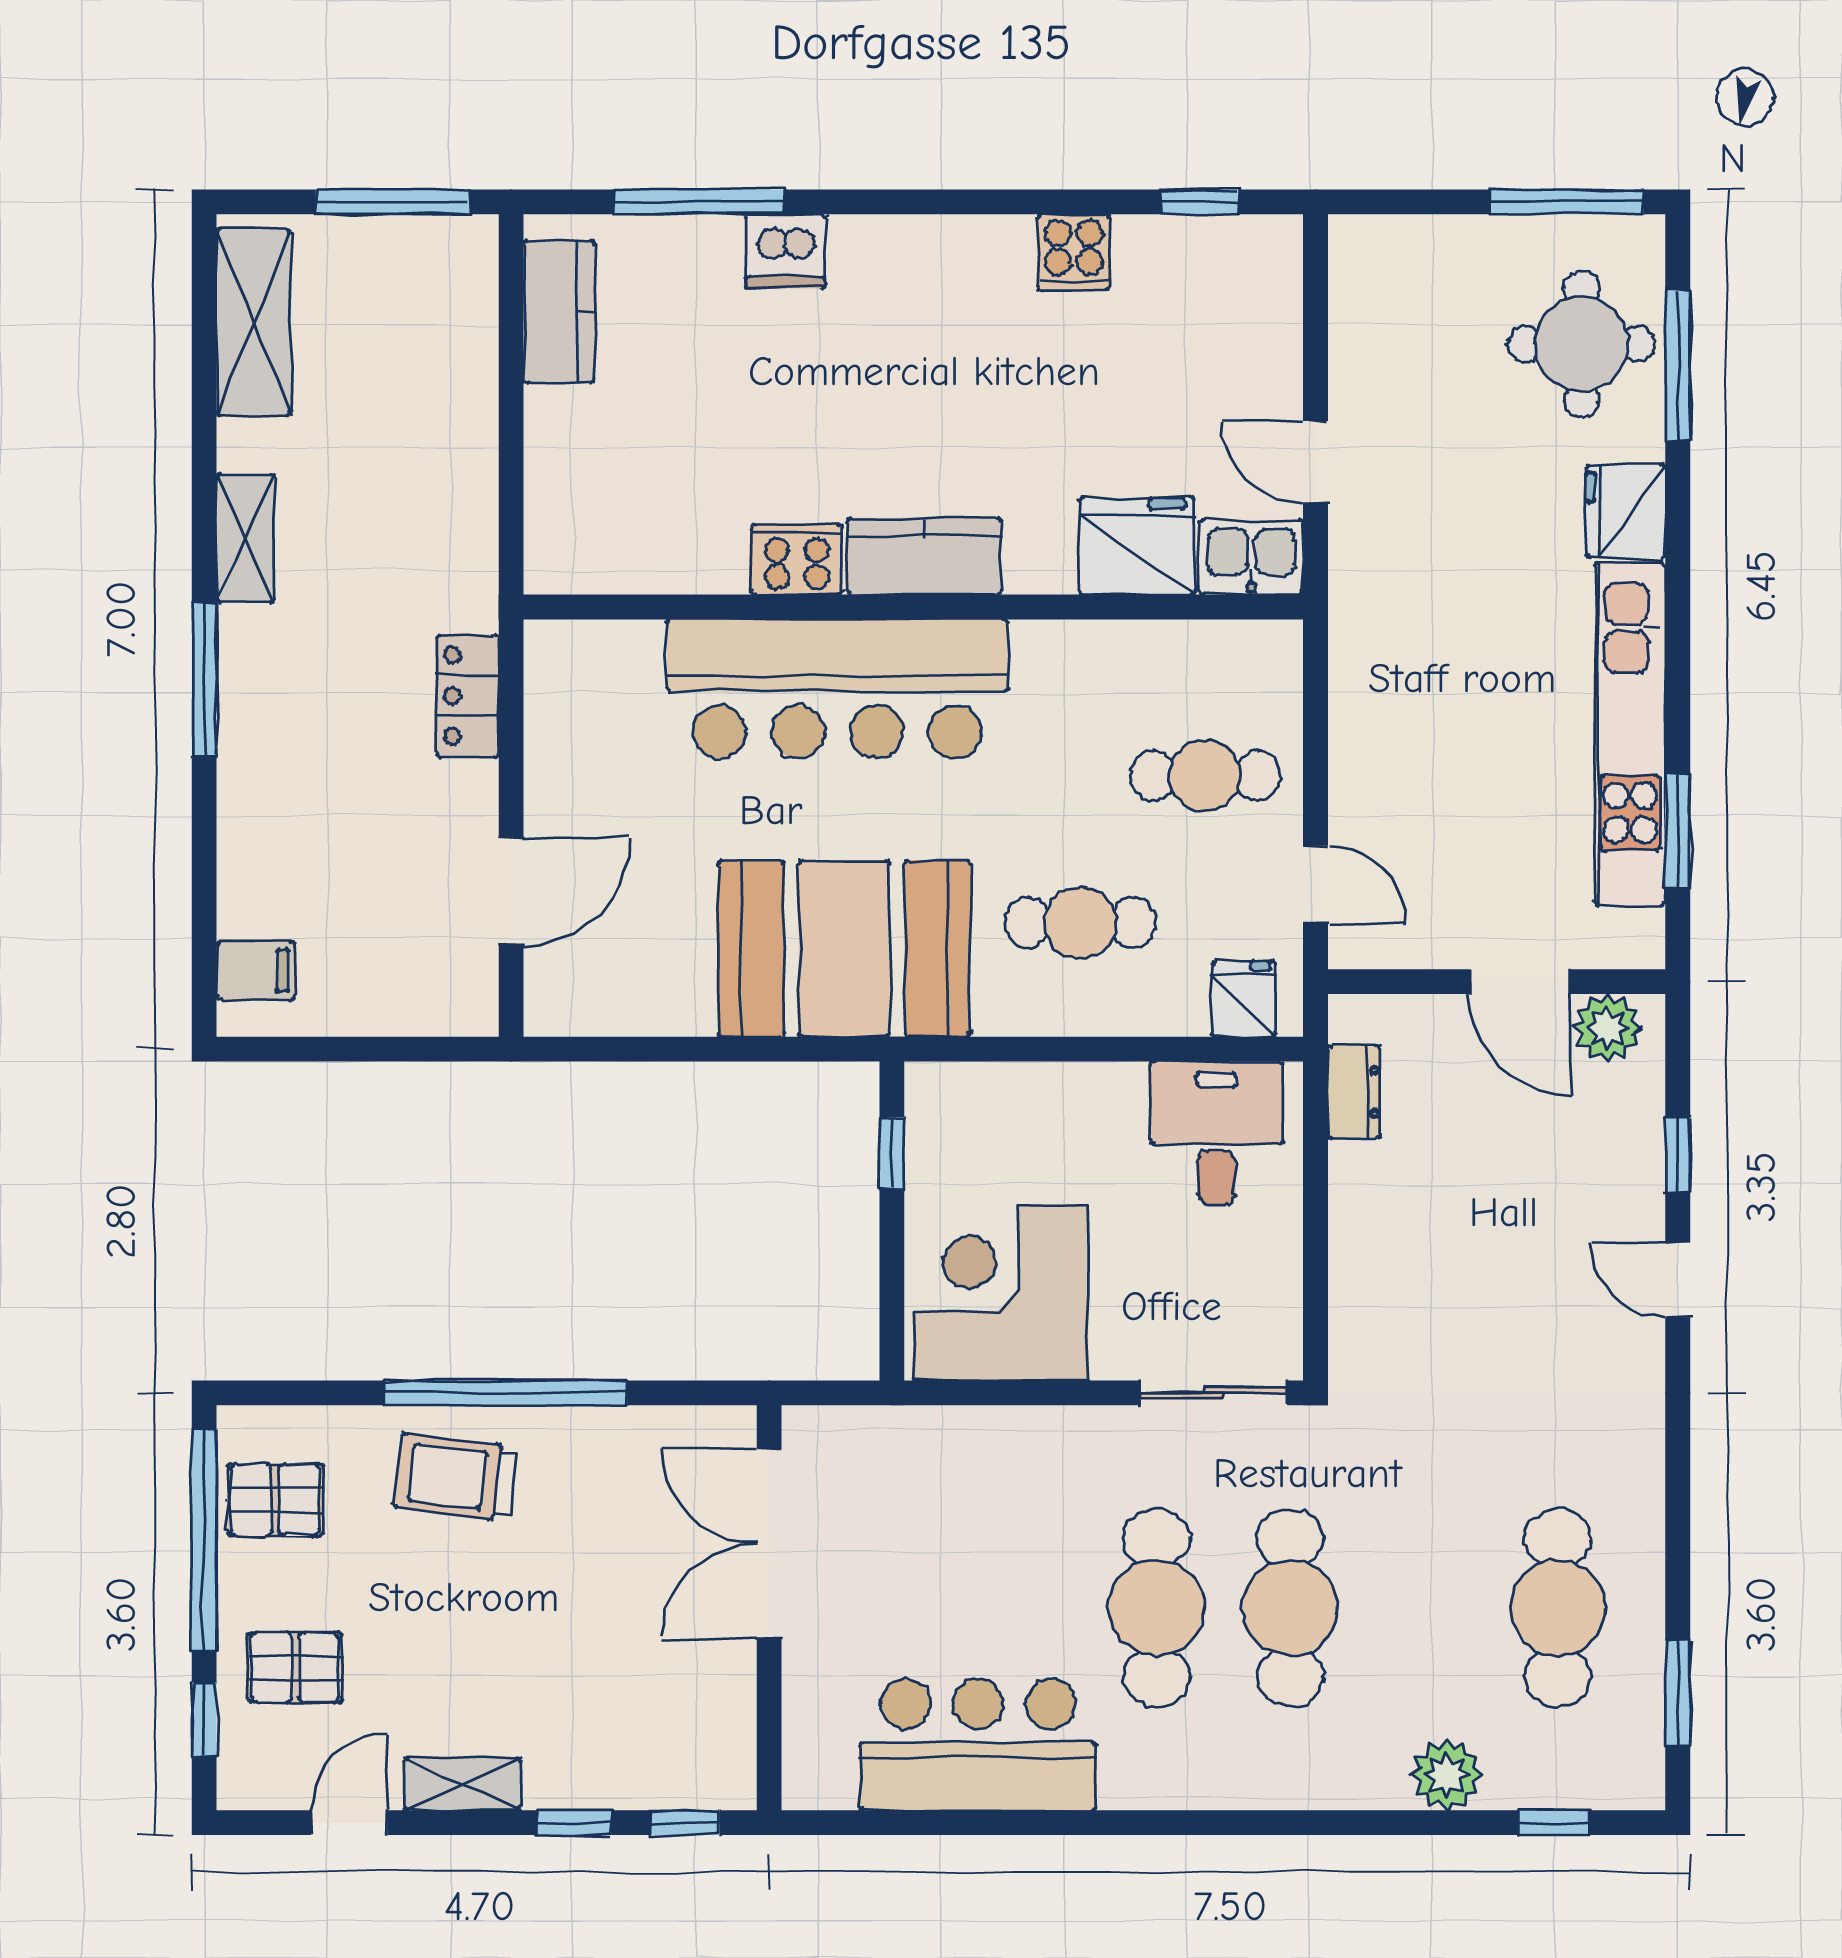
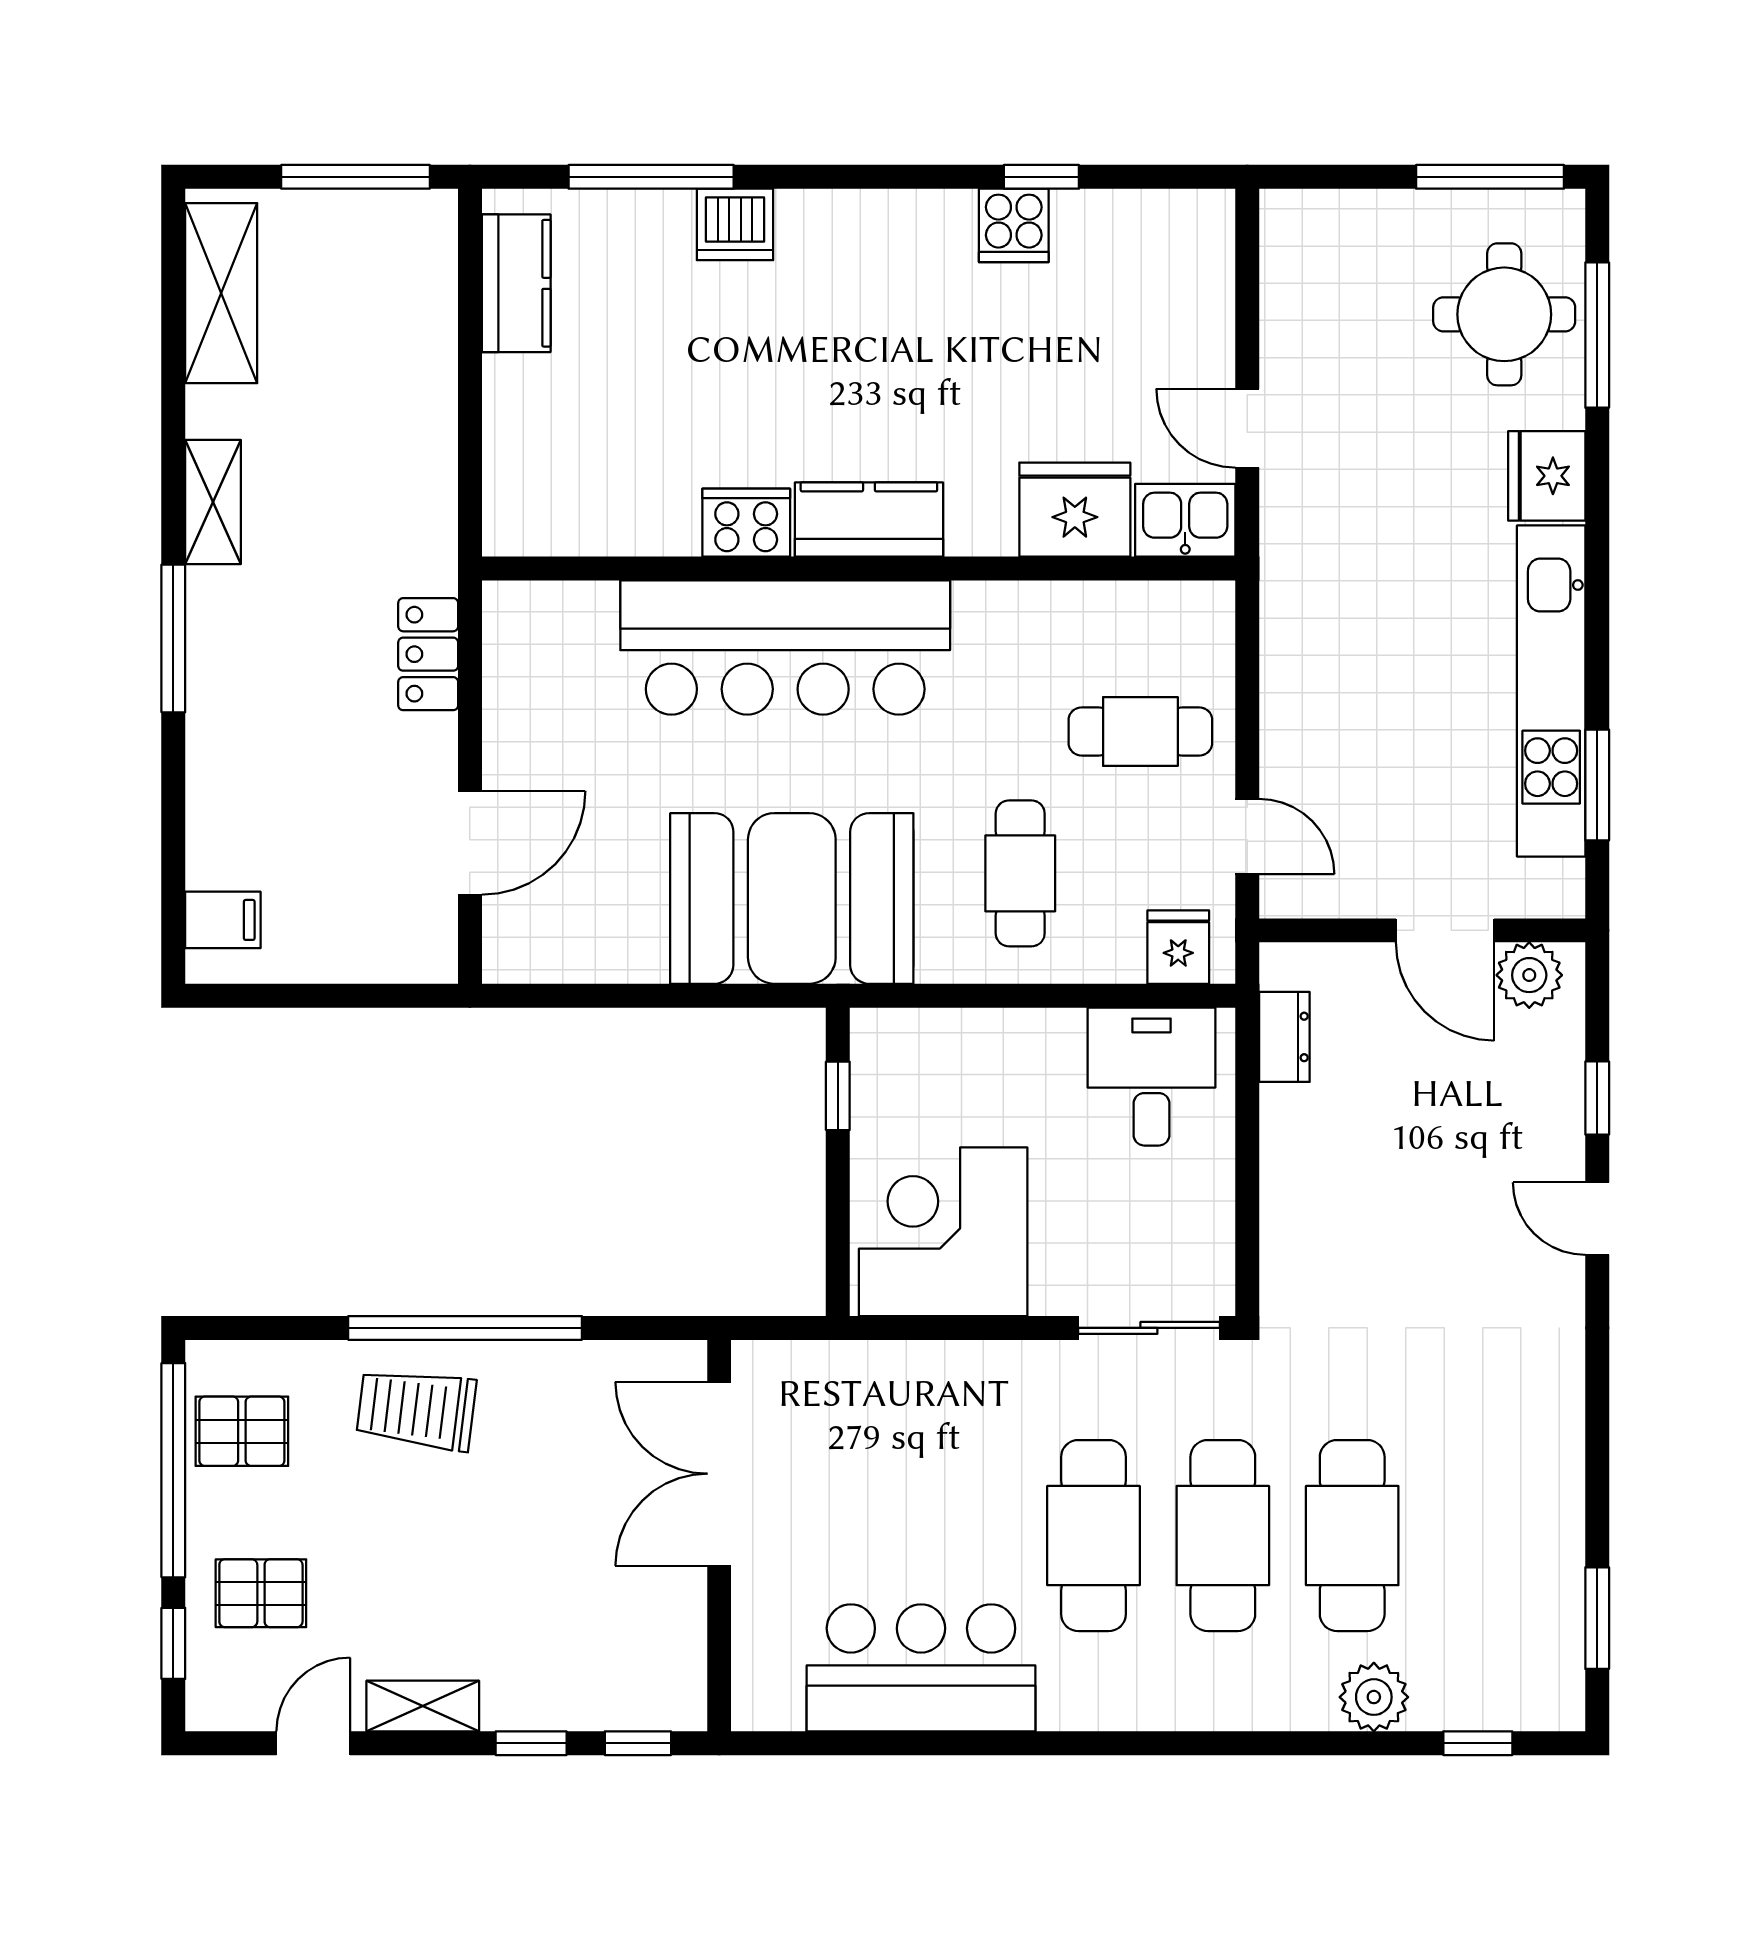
window: (1200, 202) -> (1041, 177), moved
cafe table: (1081, 923) -> (1020, 873), turned 90
cafe table: (1558, 1608) -> (1352, 1536), moved

